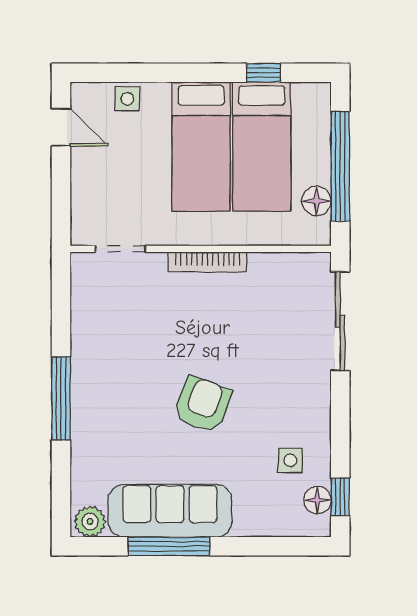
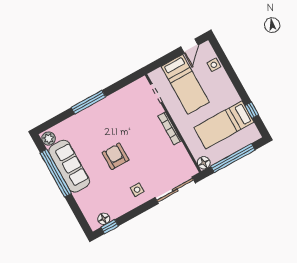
bed: (201, 147) -> (185, 84), moved, turned -90
floor lamp: (316, 201) -> (204, 163), moved
armchair: (203, 405) -> (116, 156), turned -110
side table: (290, 460) -> (137, 190), moved
window: (169, 546) -> (56, 173), width x1.46

